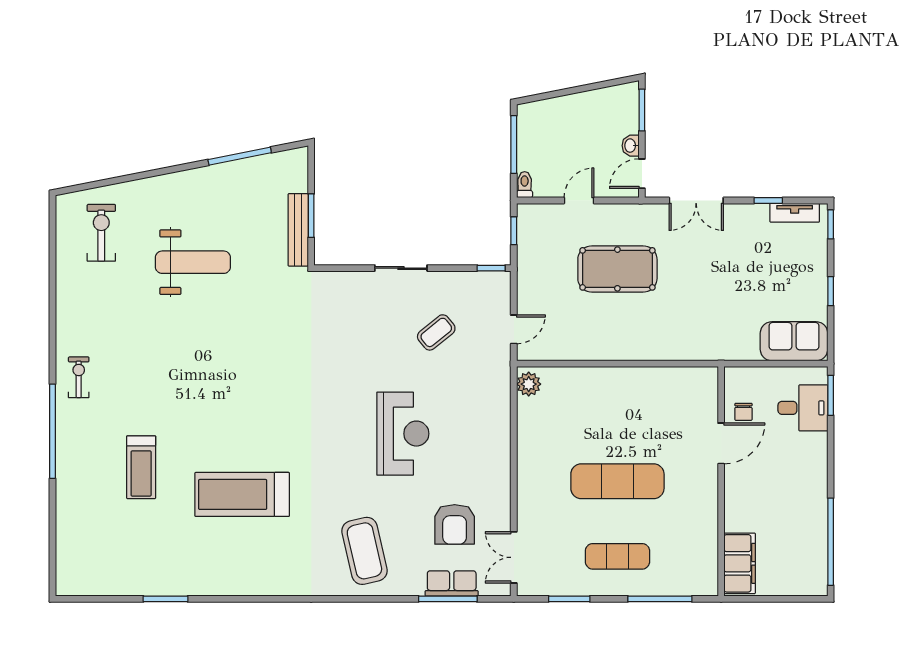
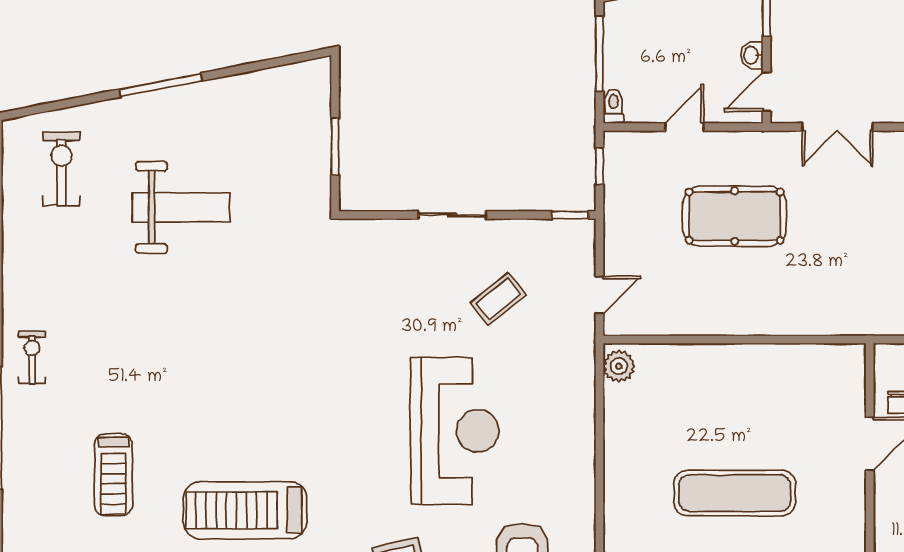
window: (240, 156) -> (161, 85), moved
bench: (298, 230) -> (318, 165), removed
reception desk: (403, 434) -> (455, 431), width x1.36, depth x1.30

